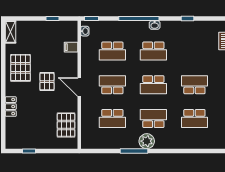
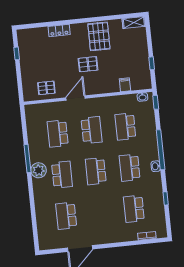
pallet: (21, 68) -> (99, 36), turned 90
school desk: (194, 85) -> (134, 209), moved, turned 180
door: (79, 87) -> (75, 98), moved
pallet: (66, 125) -> (46, 88), width x0.67, depth x0.71

